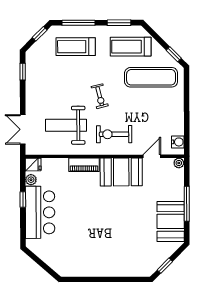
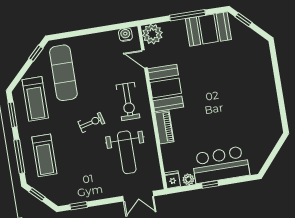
plant: (179, 163) -> (152, 34), width x1.87, depth x1.87
window: (165, 266) -> (244, 20), moved

